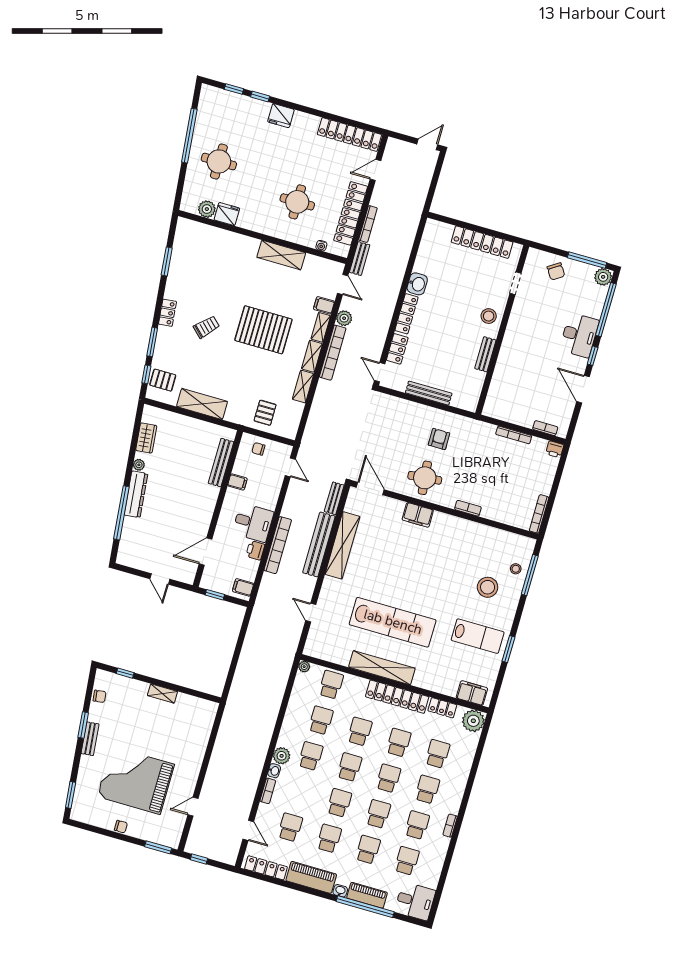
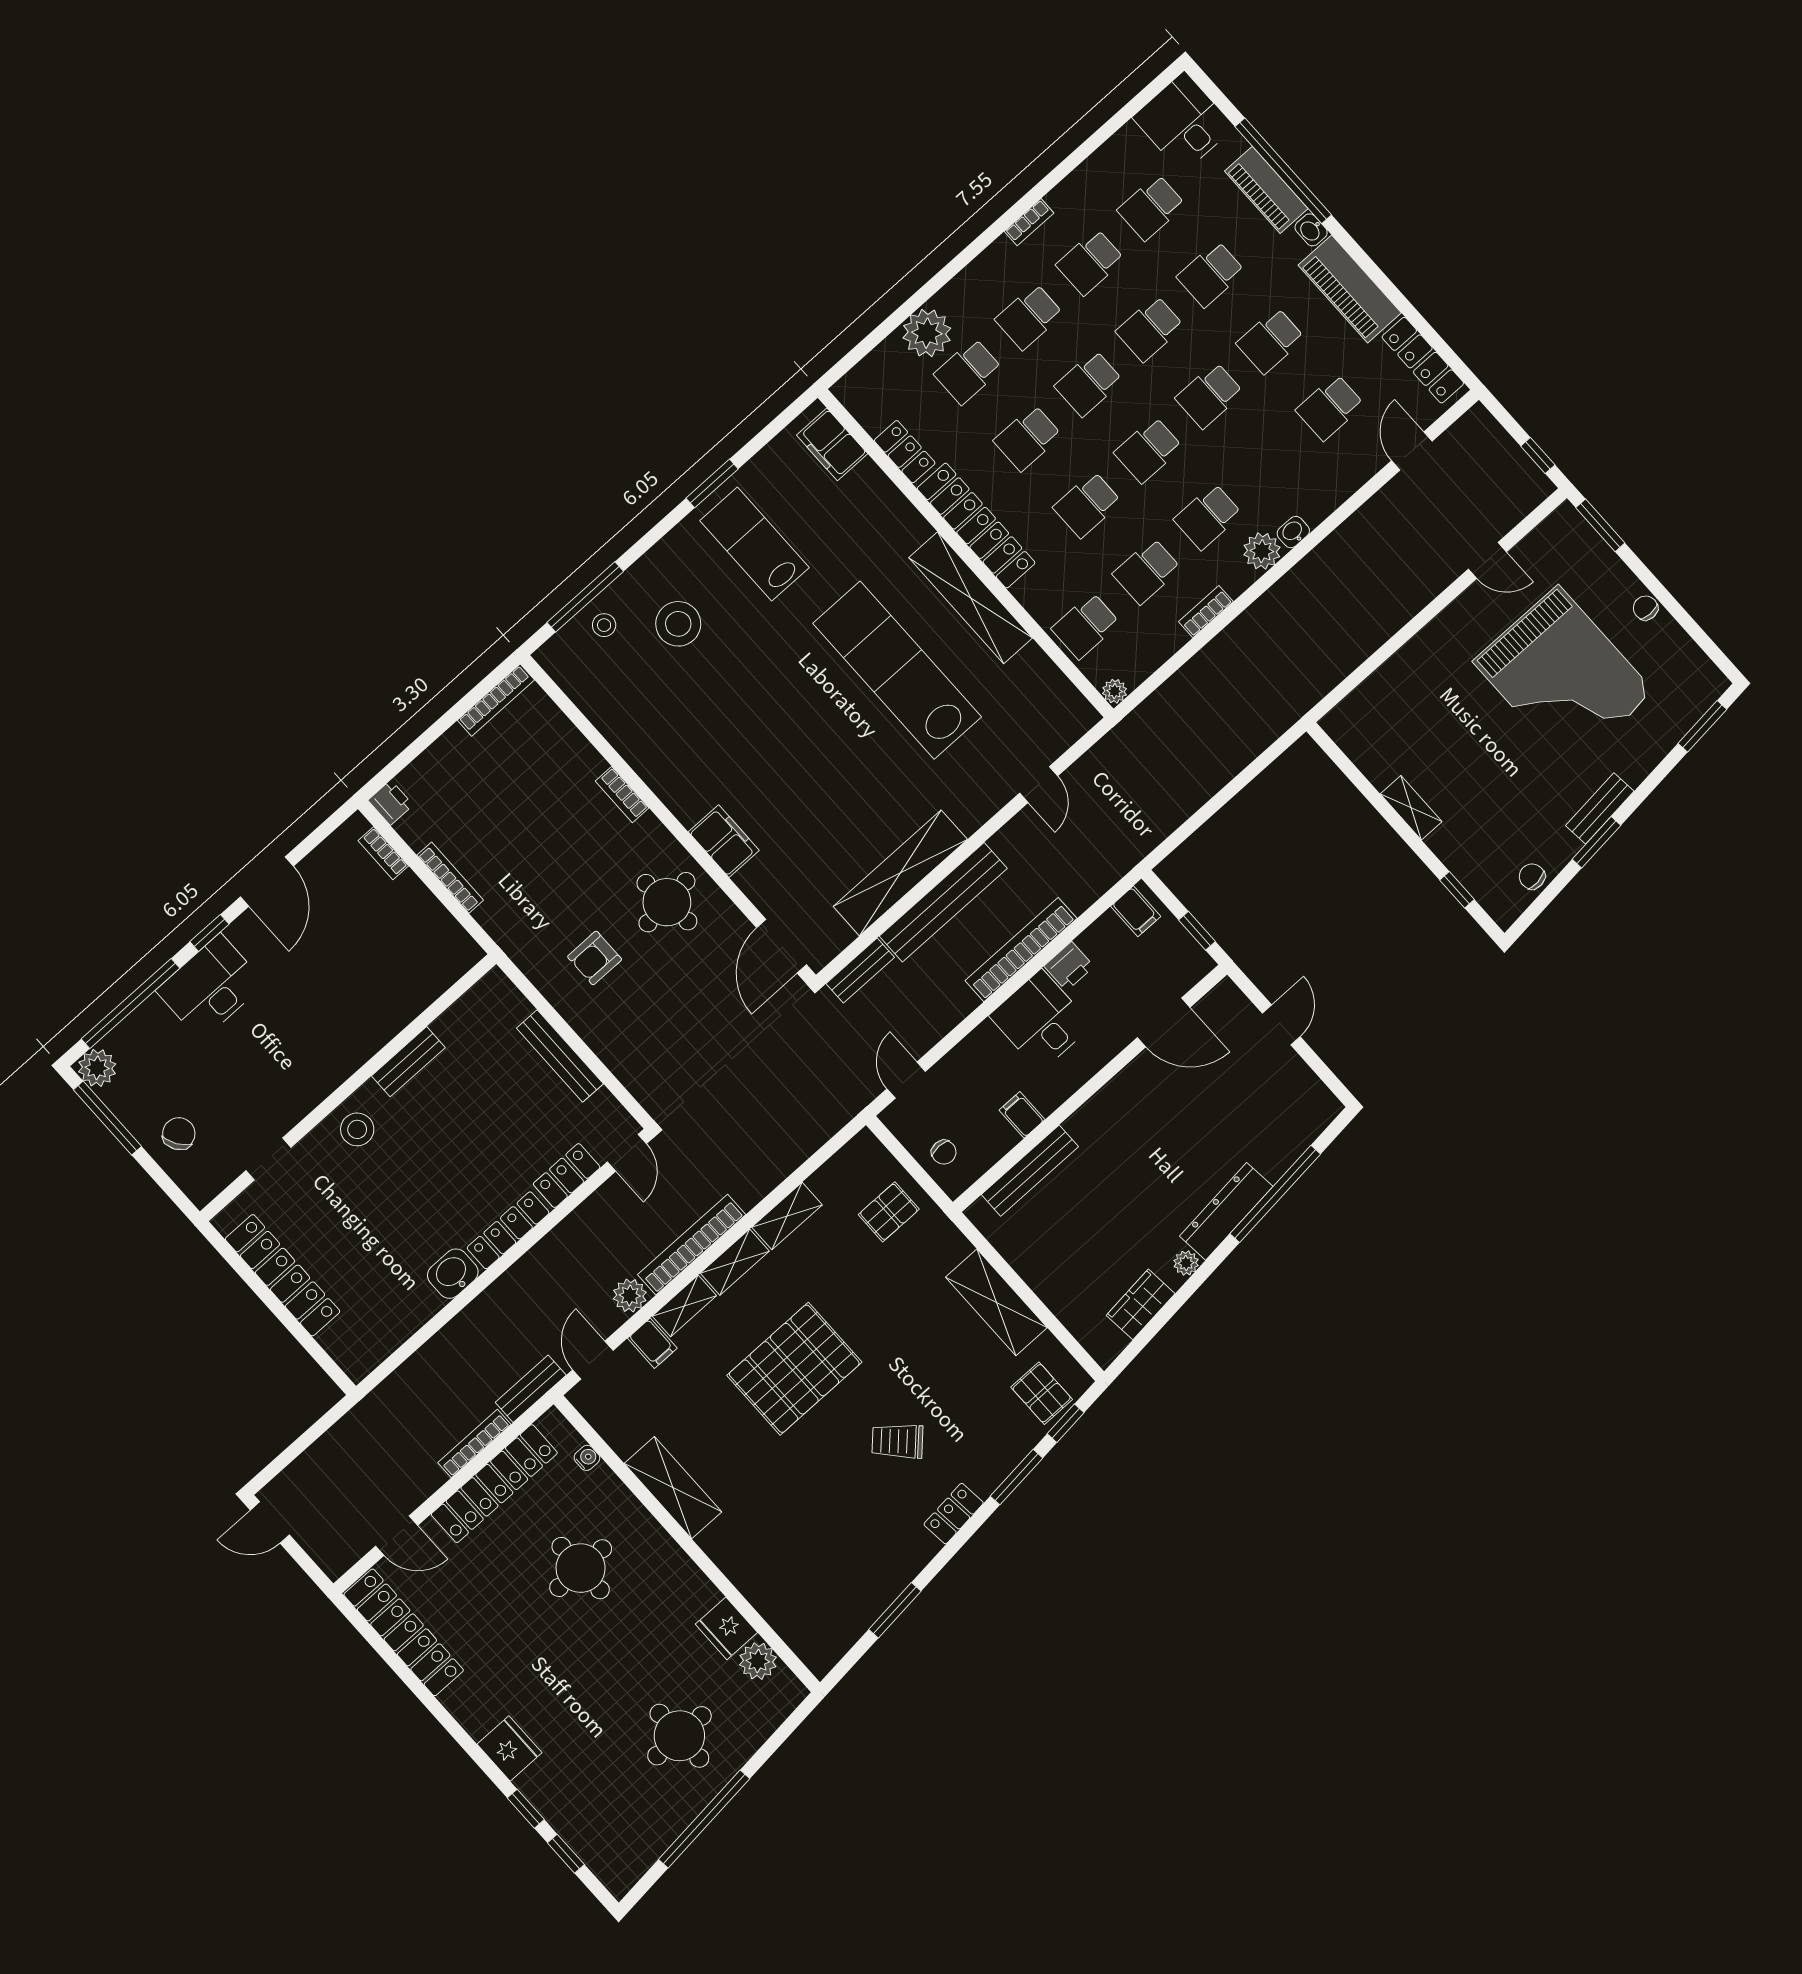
pallet: (263, 330) -> (794, 1369), turned 90
plant: (473, 721) -> (927, 333), moved
bookcase: (268, 791) -> (1206, 612), moved

